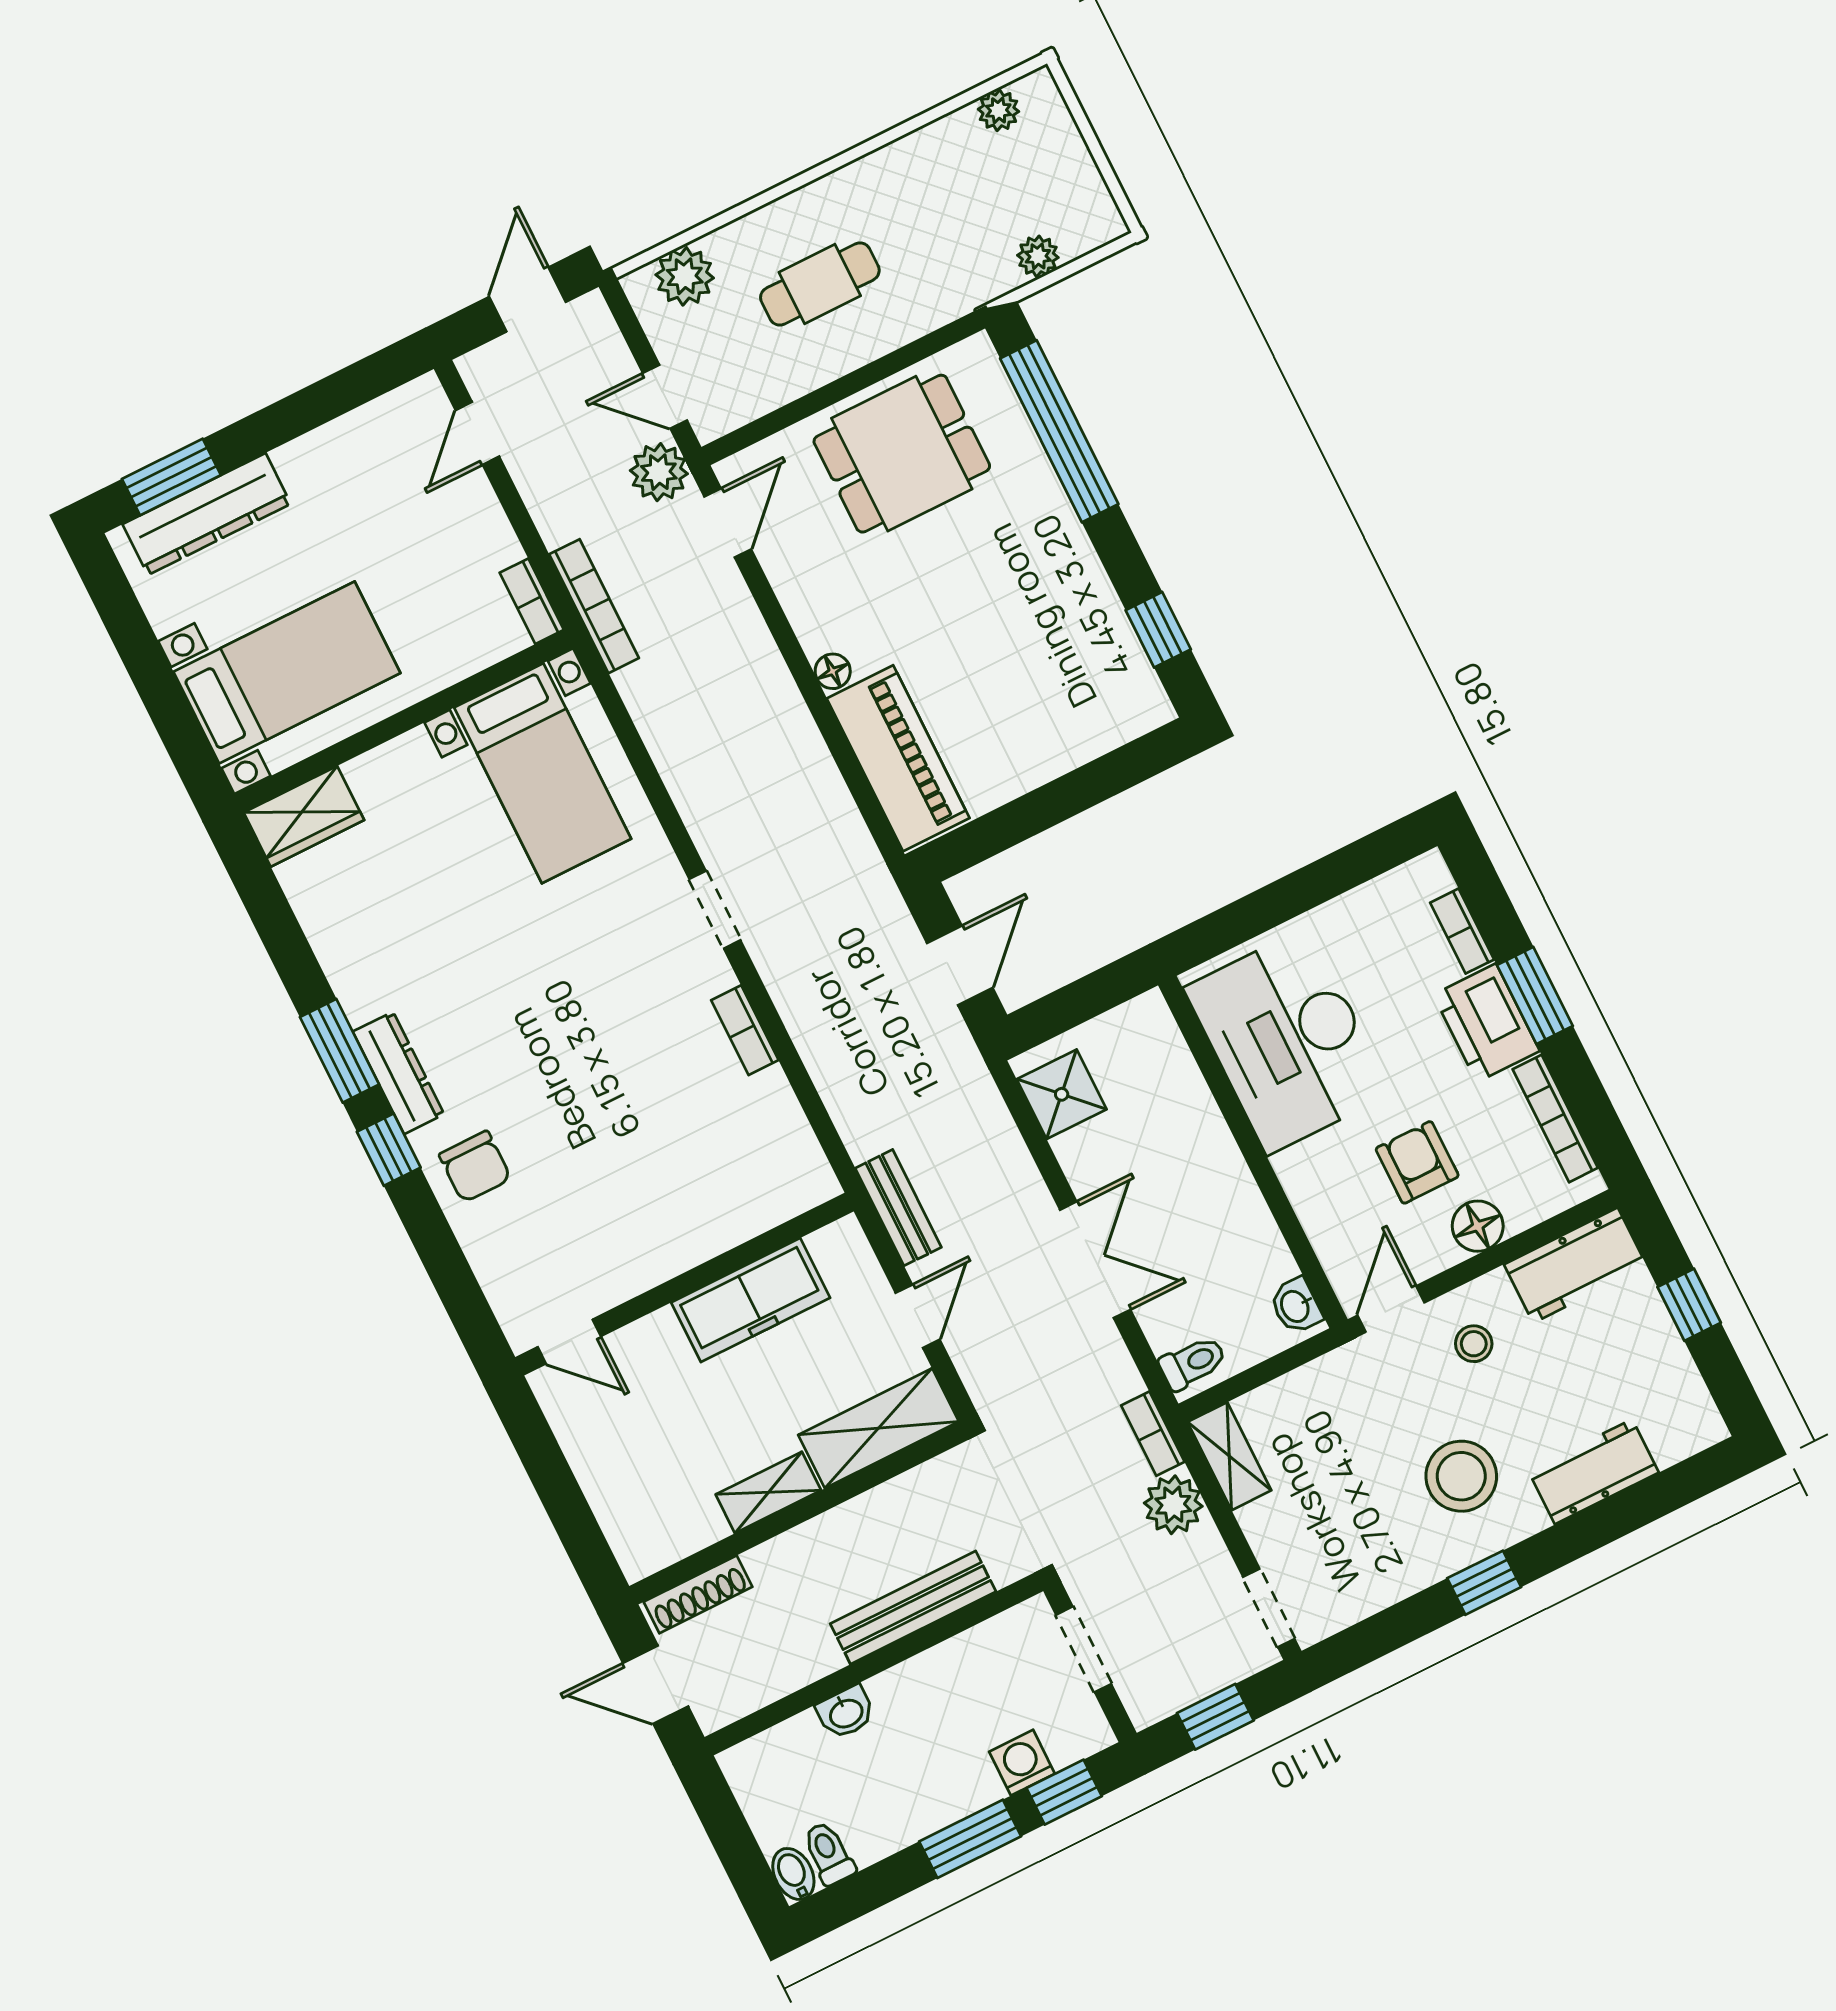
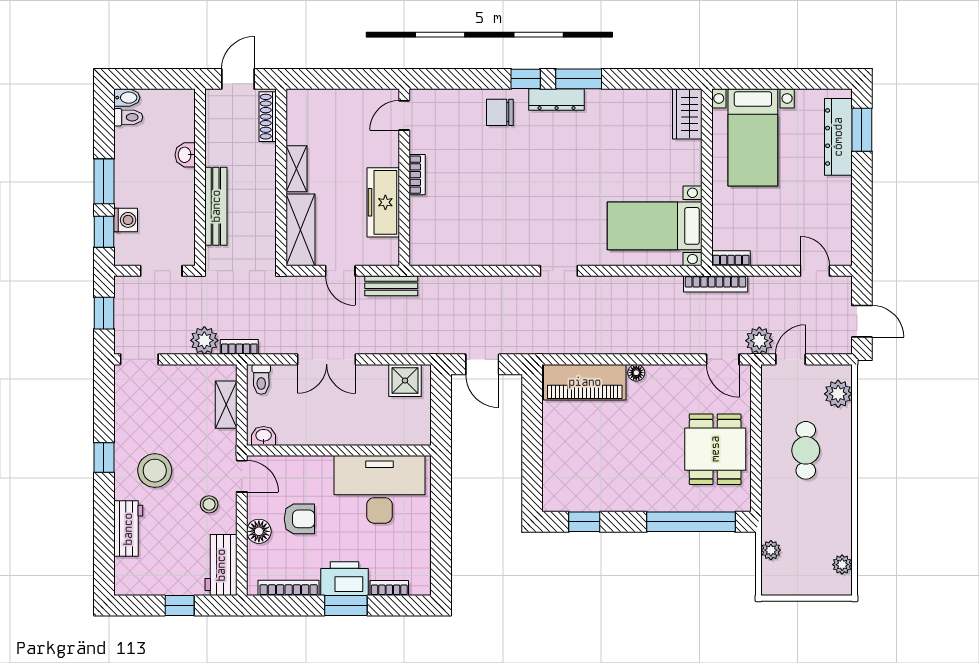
bookcase: (745, 1030) -> (417, 175), moved, turned 90
shelving: (1229, 1456) -> (226, 405), moved, turned 90

